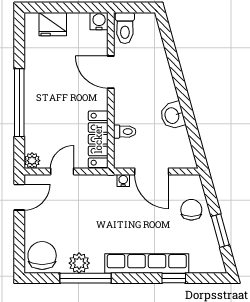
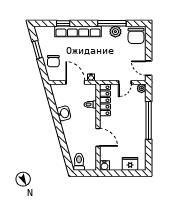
toilet: (125, 28) -> (79, 162), moved
door: (19, 197) -> (149, 68), hinge flipped

